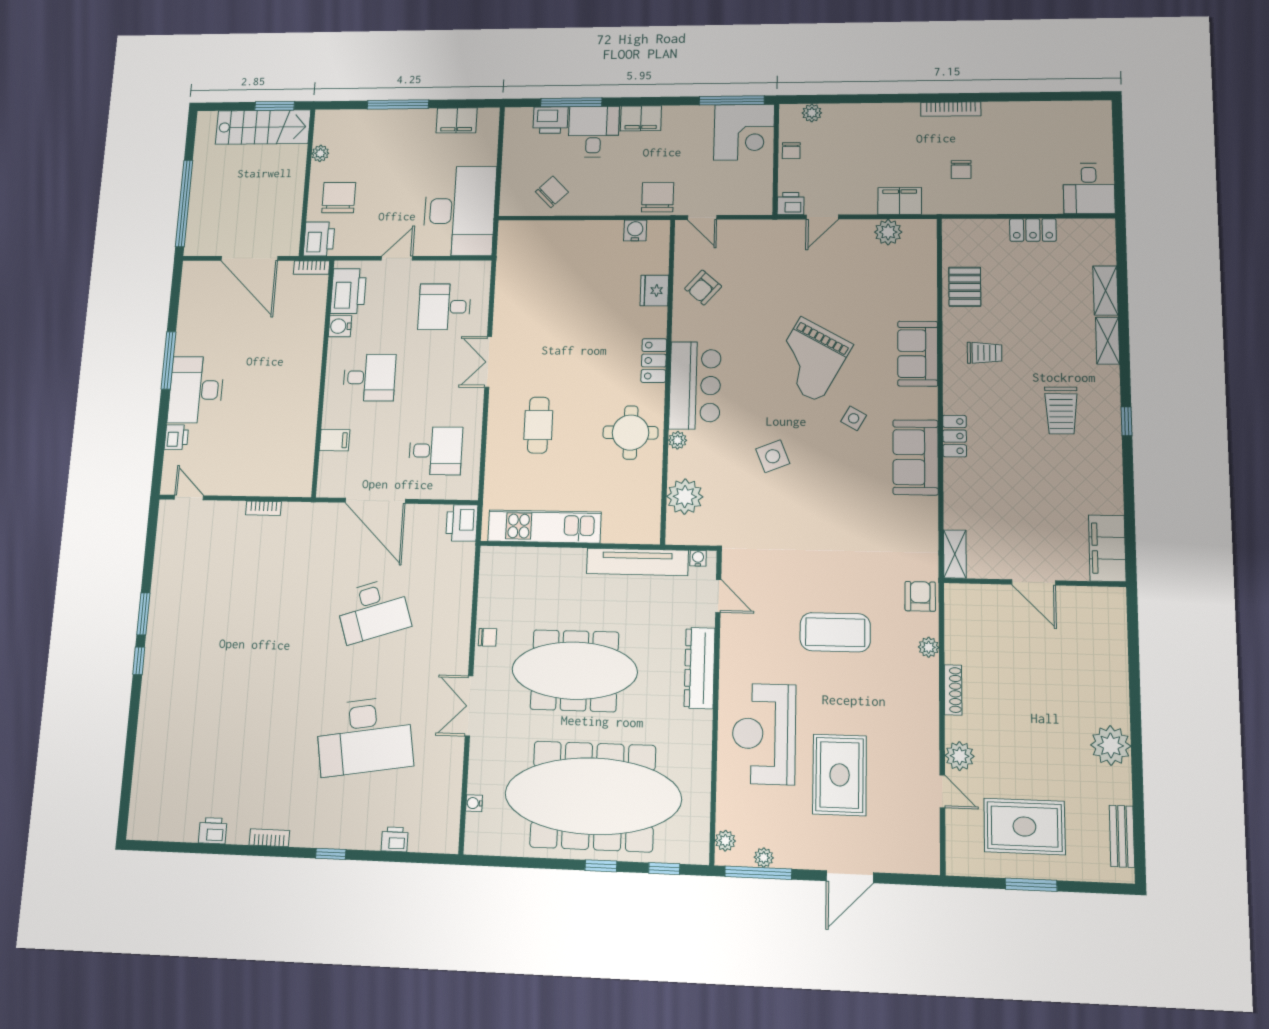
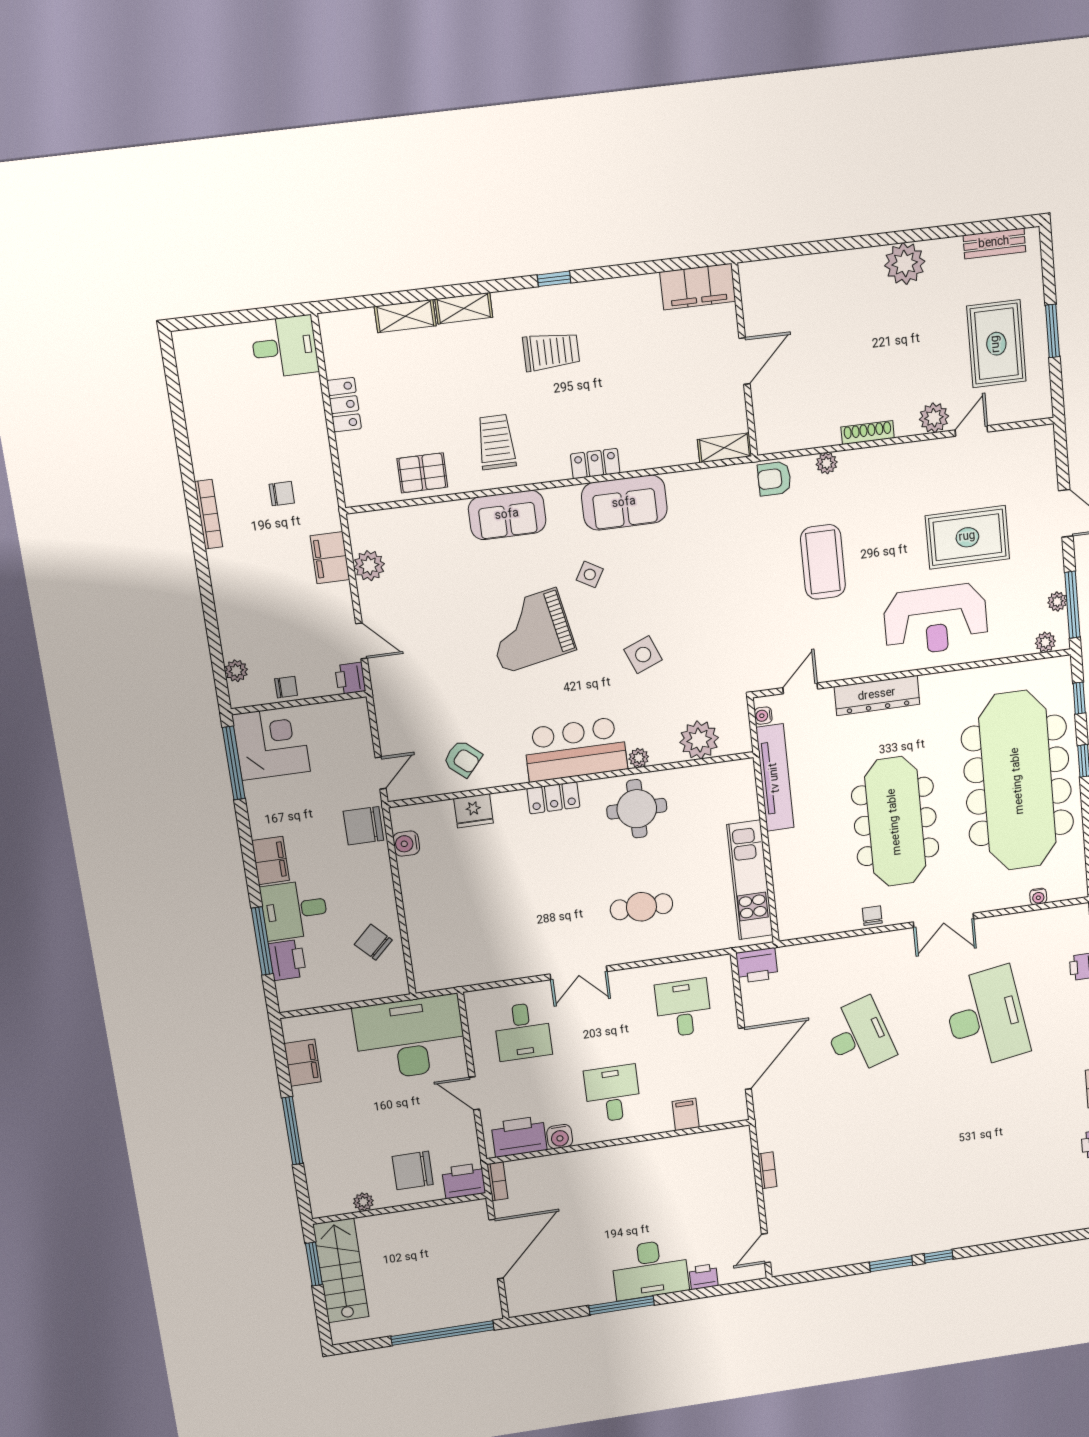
trolley: (985, 353) -> (496, 442), width x1.36, depth x1.39
grand piano: (810, 360) -> (530, 631), turned 140

